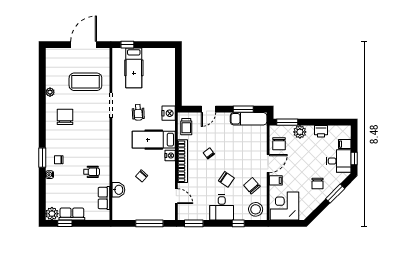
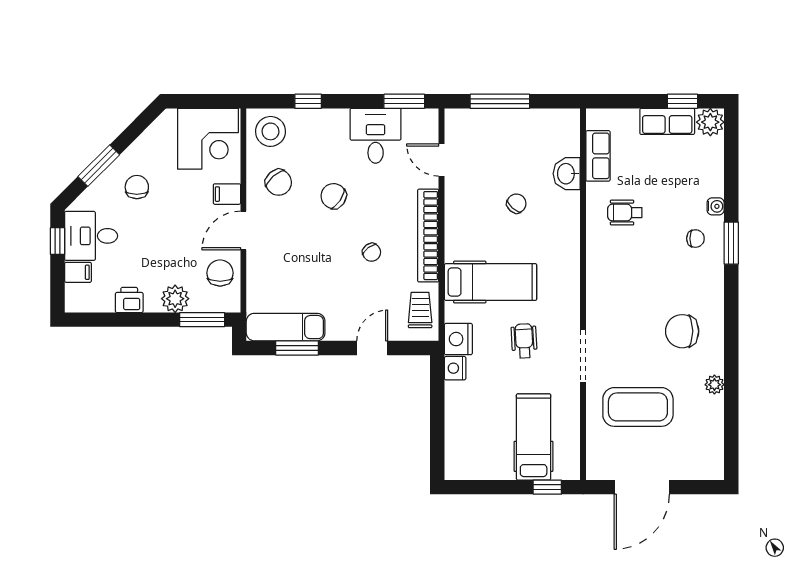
chair: (65, 117) -> (682, 331), turned 90
nightstand: (170, 156) -> (455, 368), moved
desk: (222, 207) -> (376, 136), moved

